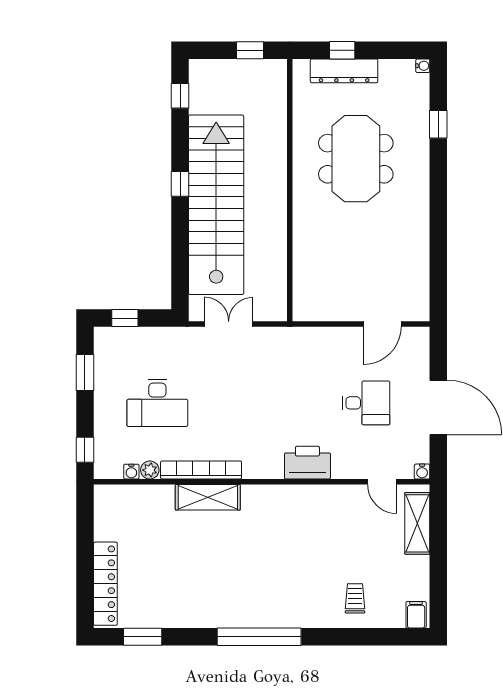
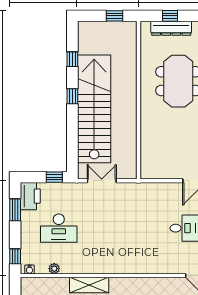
window: (180, 96) -> (72, 59), moved
window: (125, 318) -> (54, 177), moved
printer: (307, 463) -> (30, 196), moved, turned 90
bookcase: (201, 470) -> (85, 269), removed
water cooler: (131, 472) -> (29, 270), moved

